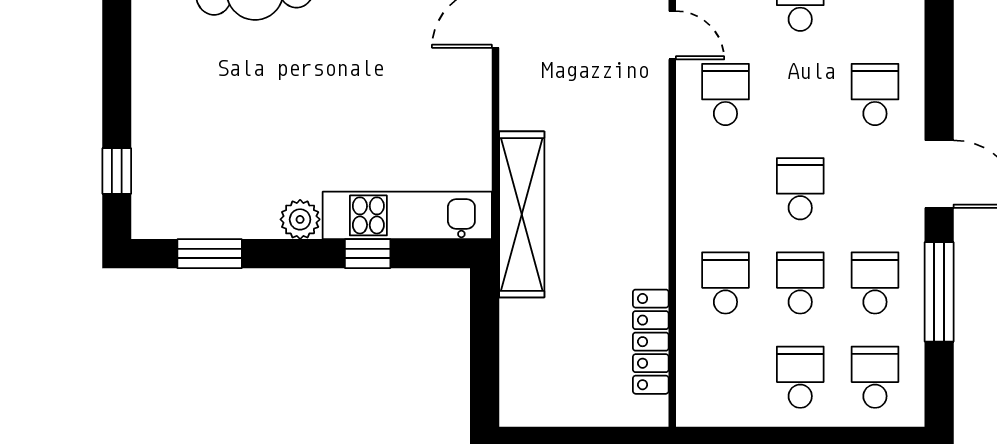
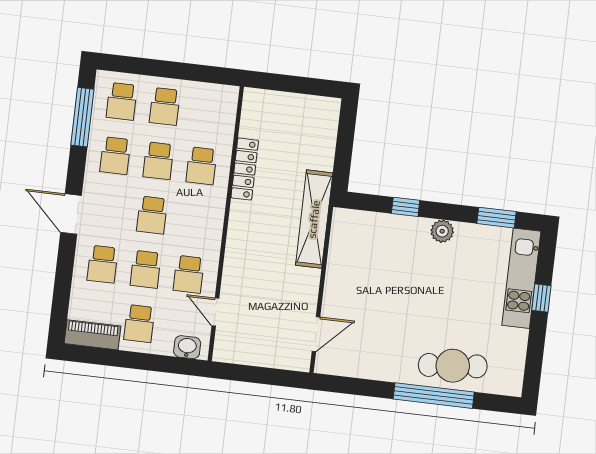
school desk: (800, 95) -> (146, 269), added
window: (117, 171) -> (541, 298), moved
kitchen unit: (407, 215) -> (521, 278), moved, turned 90
window: (939, 292) -> (82, 117), moved
locker: (651, 342) -> (245, 169), moved

